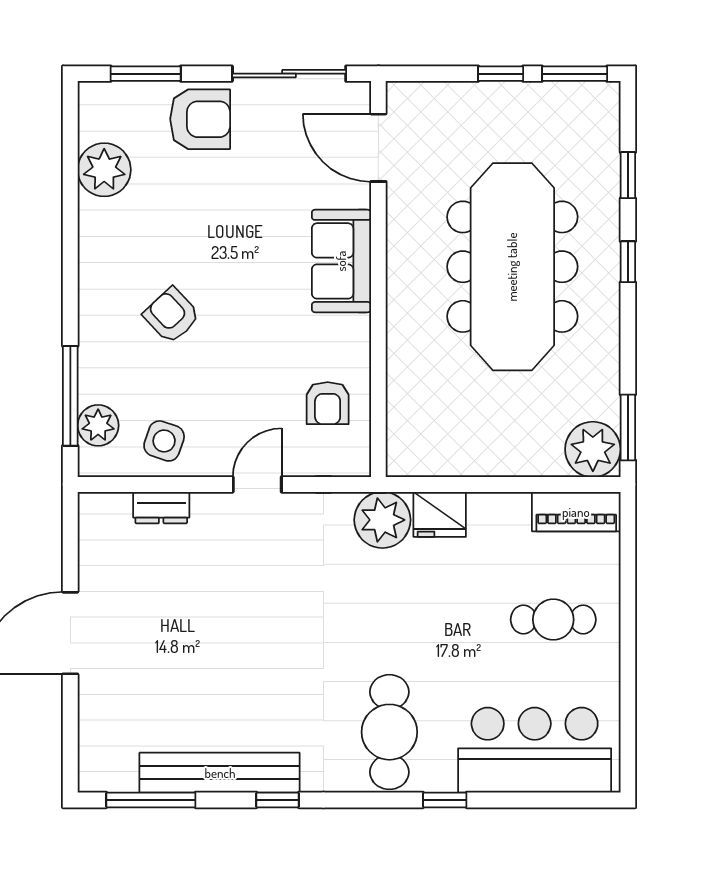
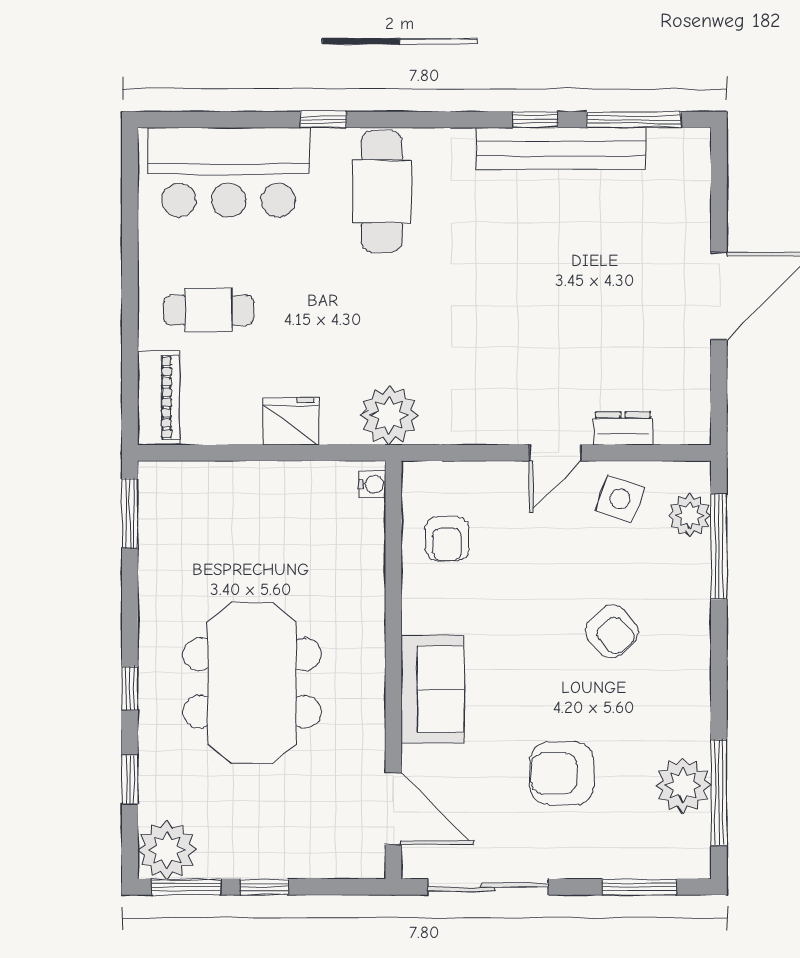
armchair: (200, 119) -> (562, 773), moved
window: (70, 163) -> (719, 793), added
meeting table: (512, 267) -> (252, 683), width x0.73
armchair: (328, 403) -> (447, 539), turned 180
plant: (593, 449) -> (167, 850), moved
water cooler: (398, 455) -> (372, 484), added
door: (257, 484) -> (555, 453), moved
piano: (576, 512) -> (159, 397), moved, turned 90
fridge: (440, 514) -> (291, 421), moved
window: (278, 800) -> (535, 120), moved

